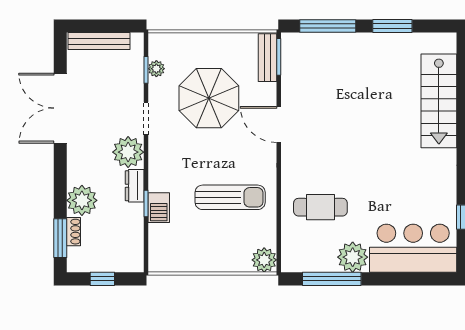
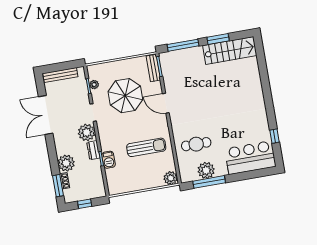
stairs: (439, 101) -> (230, 51), moved, turned -90
plant: (353, 257) -> (206, 170), moved

